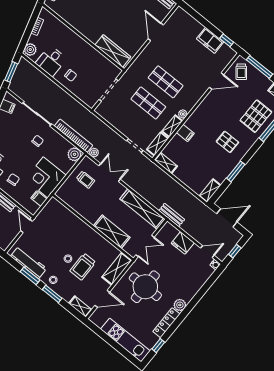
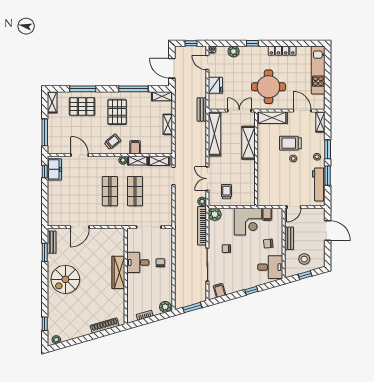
freezer: (210, 40) -> (54, 169), moved
wardrobe: (113, 51) -> (118, 272), moved
desk: (51, 61) -> (138, 262), moved, turned 180
trolley: (241, 72) -> (113, 142), moved
pallet: (227, 142) -> (117, 112), width x1.50, depth x1.42
shelving: (166, 163) -> (168, 124), moved
window: (236, 171) -> (133, 89), width x1.44
trolley: (83, 267) -> (290, 143), turned 180
plant: (180, 305) -> (234, 51), moved
window: (158, 346) -> (252, 43), moved

